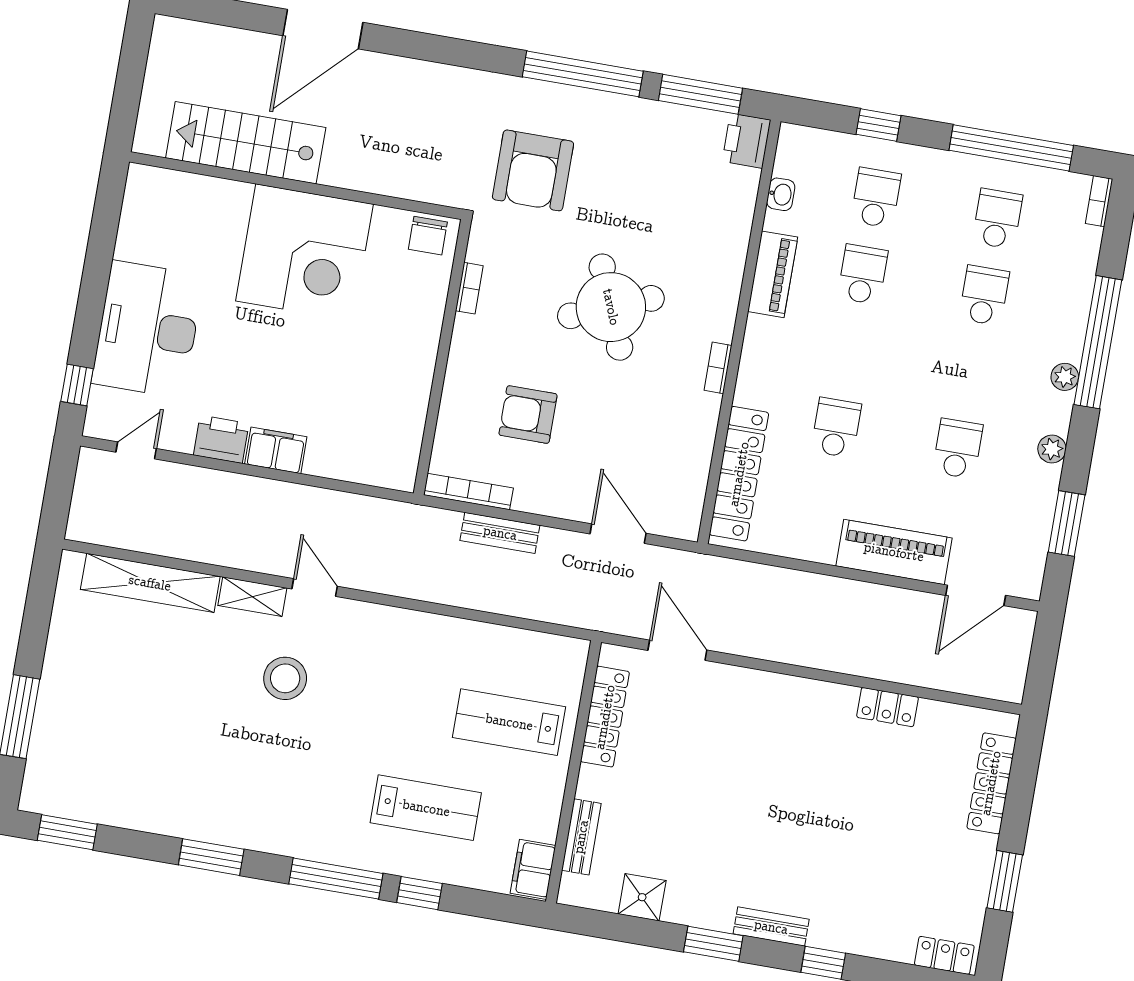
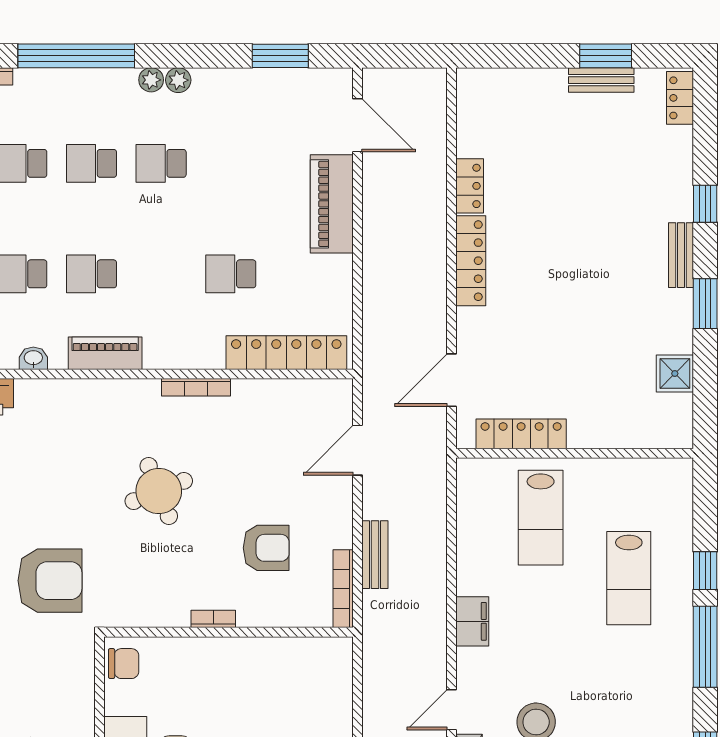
bookcase: (469, 288) -> (213, 619), moved
round table: (611, 307) -> (159, 491), width x0.73, depth x0.73
window: (1098, 342) -> (76, 56), moved
bookcase: (718, 368) -> (196, 387), width x1.56
armchair: (528, 415) -> (266, 548), turned -90
school desk: (958, 449) -> (161, 163), moved
plant: (1052, 449) -> (178, 80), moved
locker: (991, 783) -> (471, 261), moved, turned -90
lab bench: (426, 808) -> (629, 578), turned 180
bench: (581, 837) -> (601, 80), moved
filing cabinet: (533, 869) -> (472, 621), moved, turned -90

